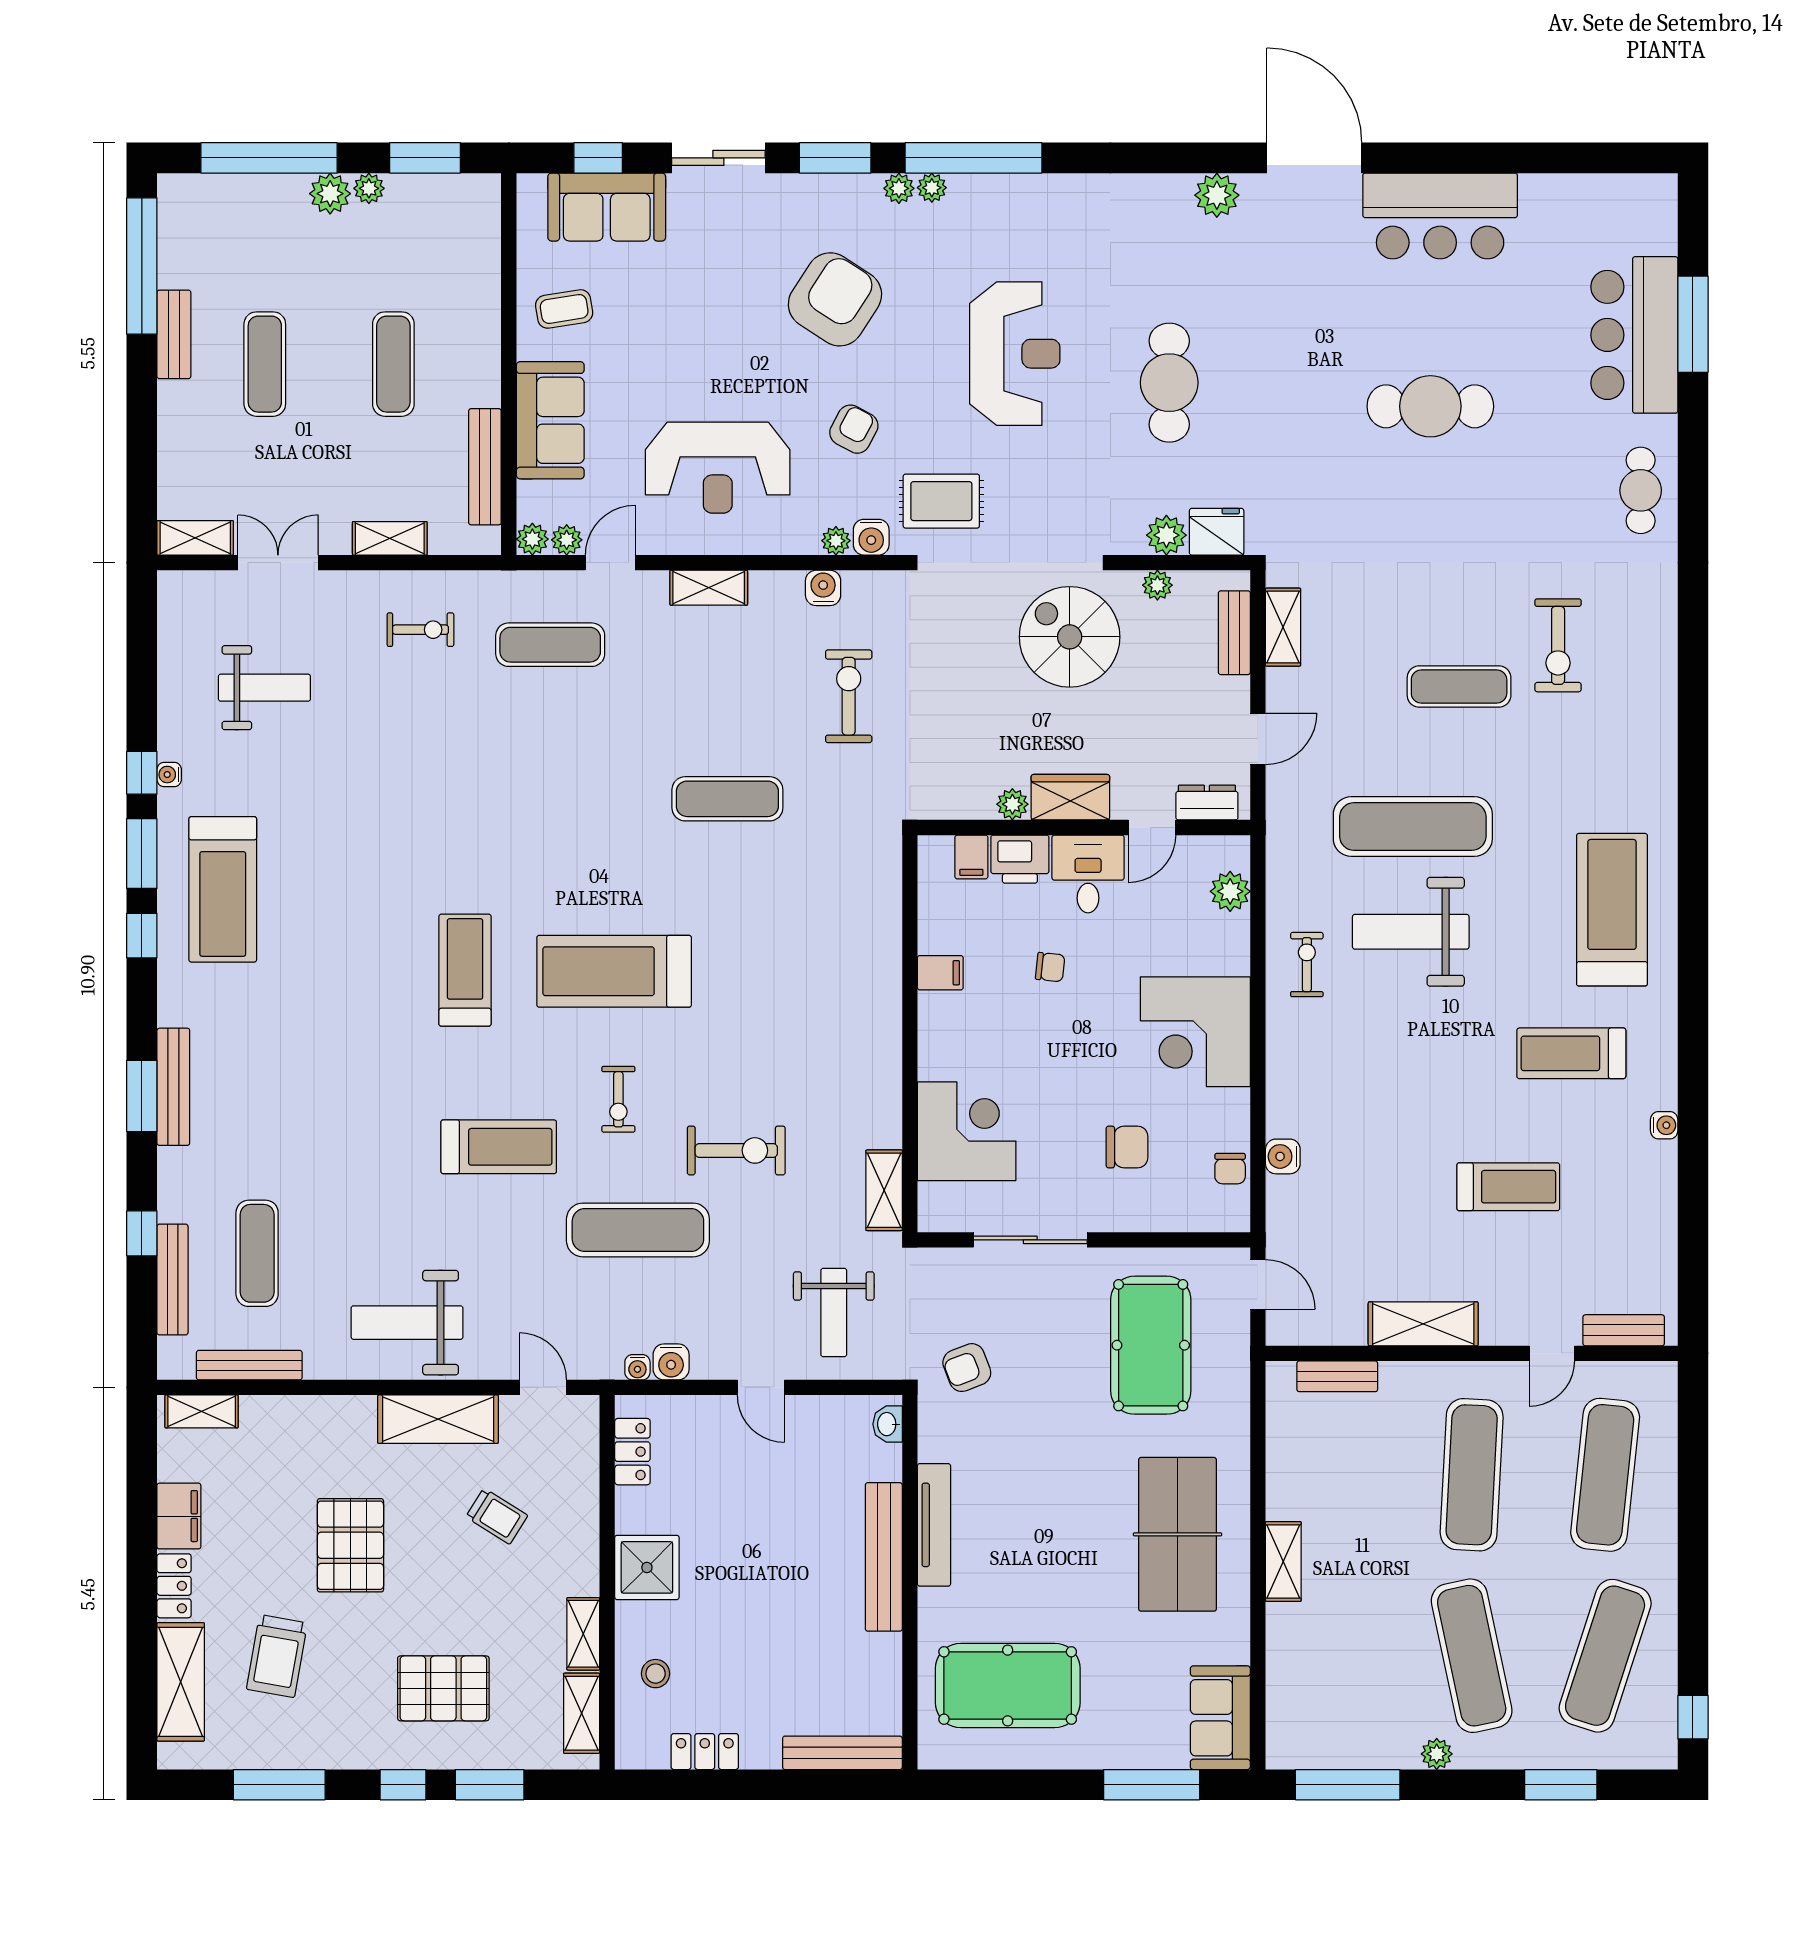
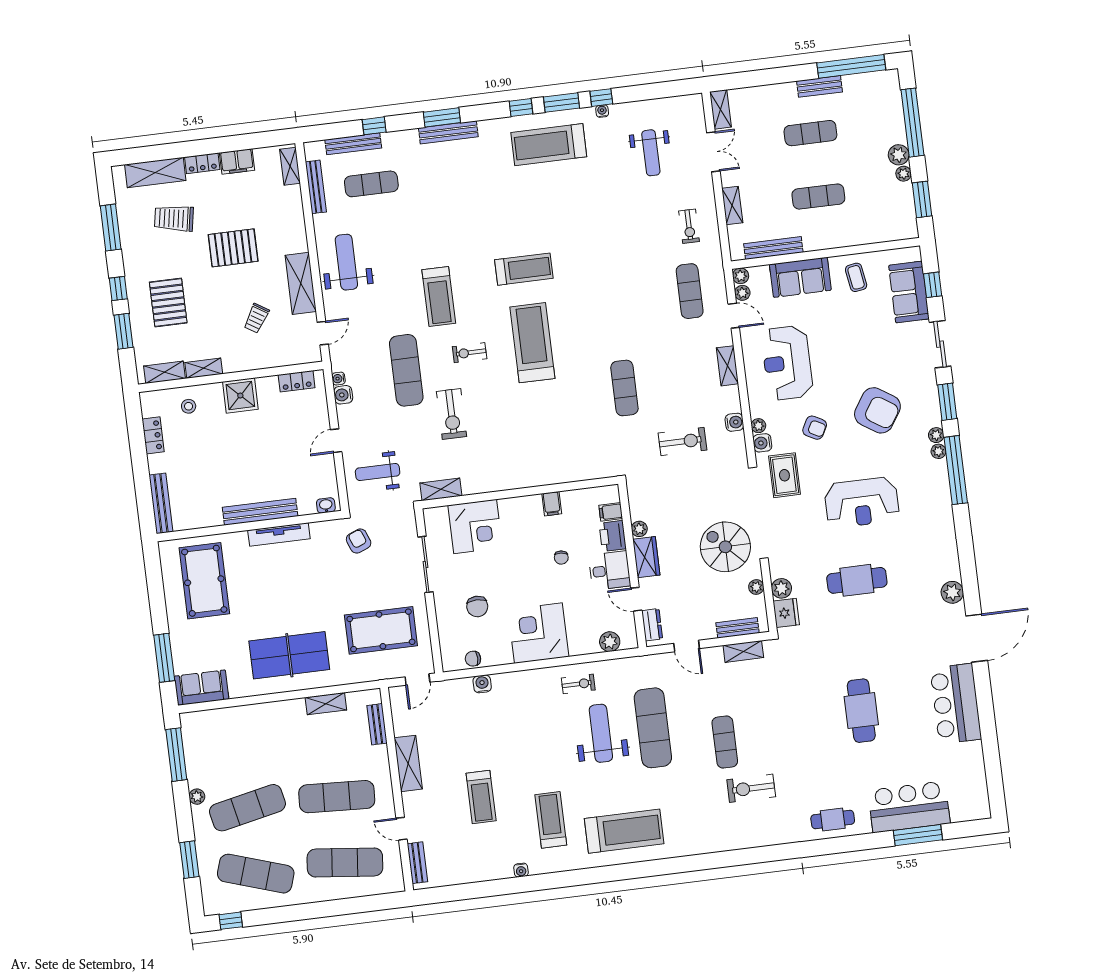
spiral stairs: (1070, 637) -> (725, 547), turned -90
shelving: (1283, 1561) -> (326, 704), moved

